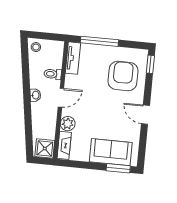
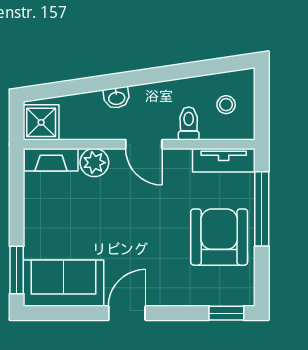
stool: (36, 47) -> (226, 105), moved
armchair: (123, 76) -> (219, 237), moved, turned -90
washbasin: (35, 95) -> (117, 98), moved
sofa: (111, 152) -> (64, 283), moved, turned -90

